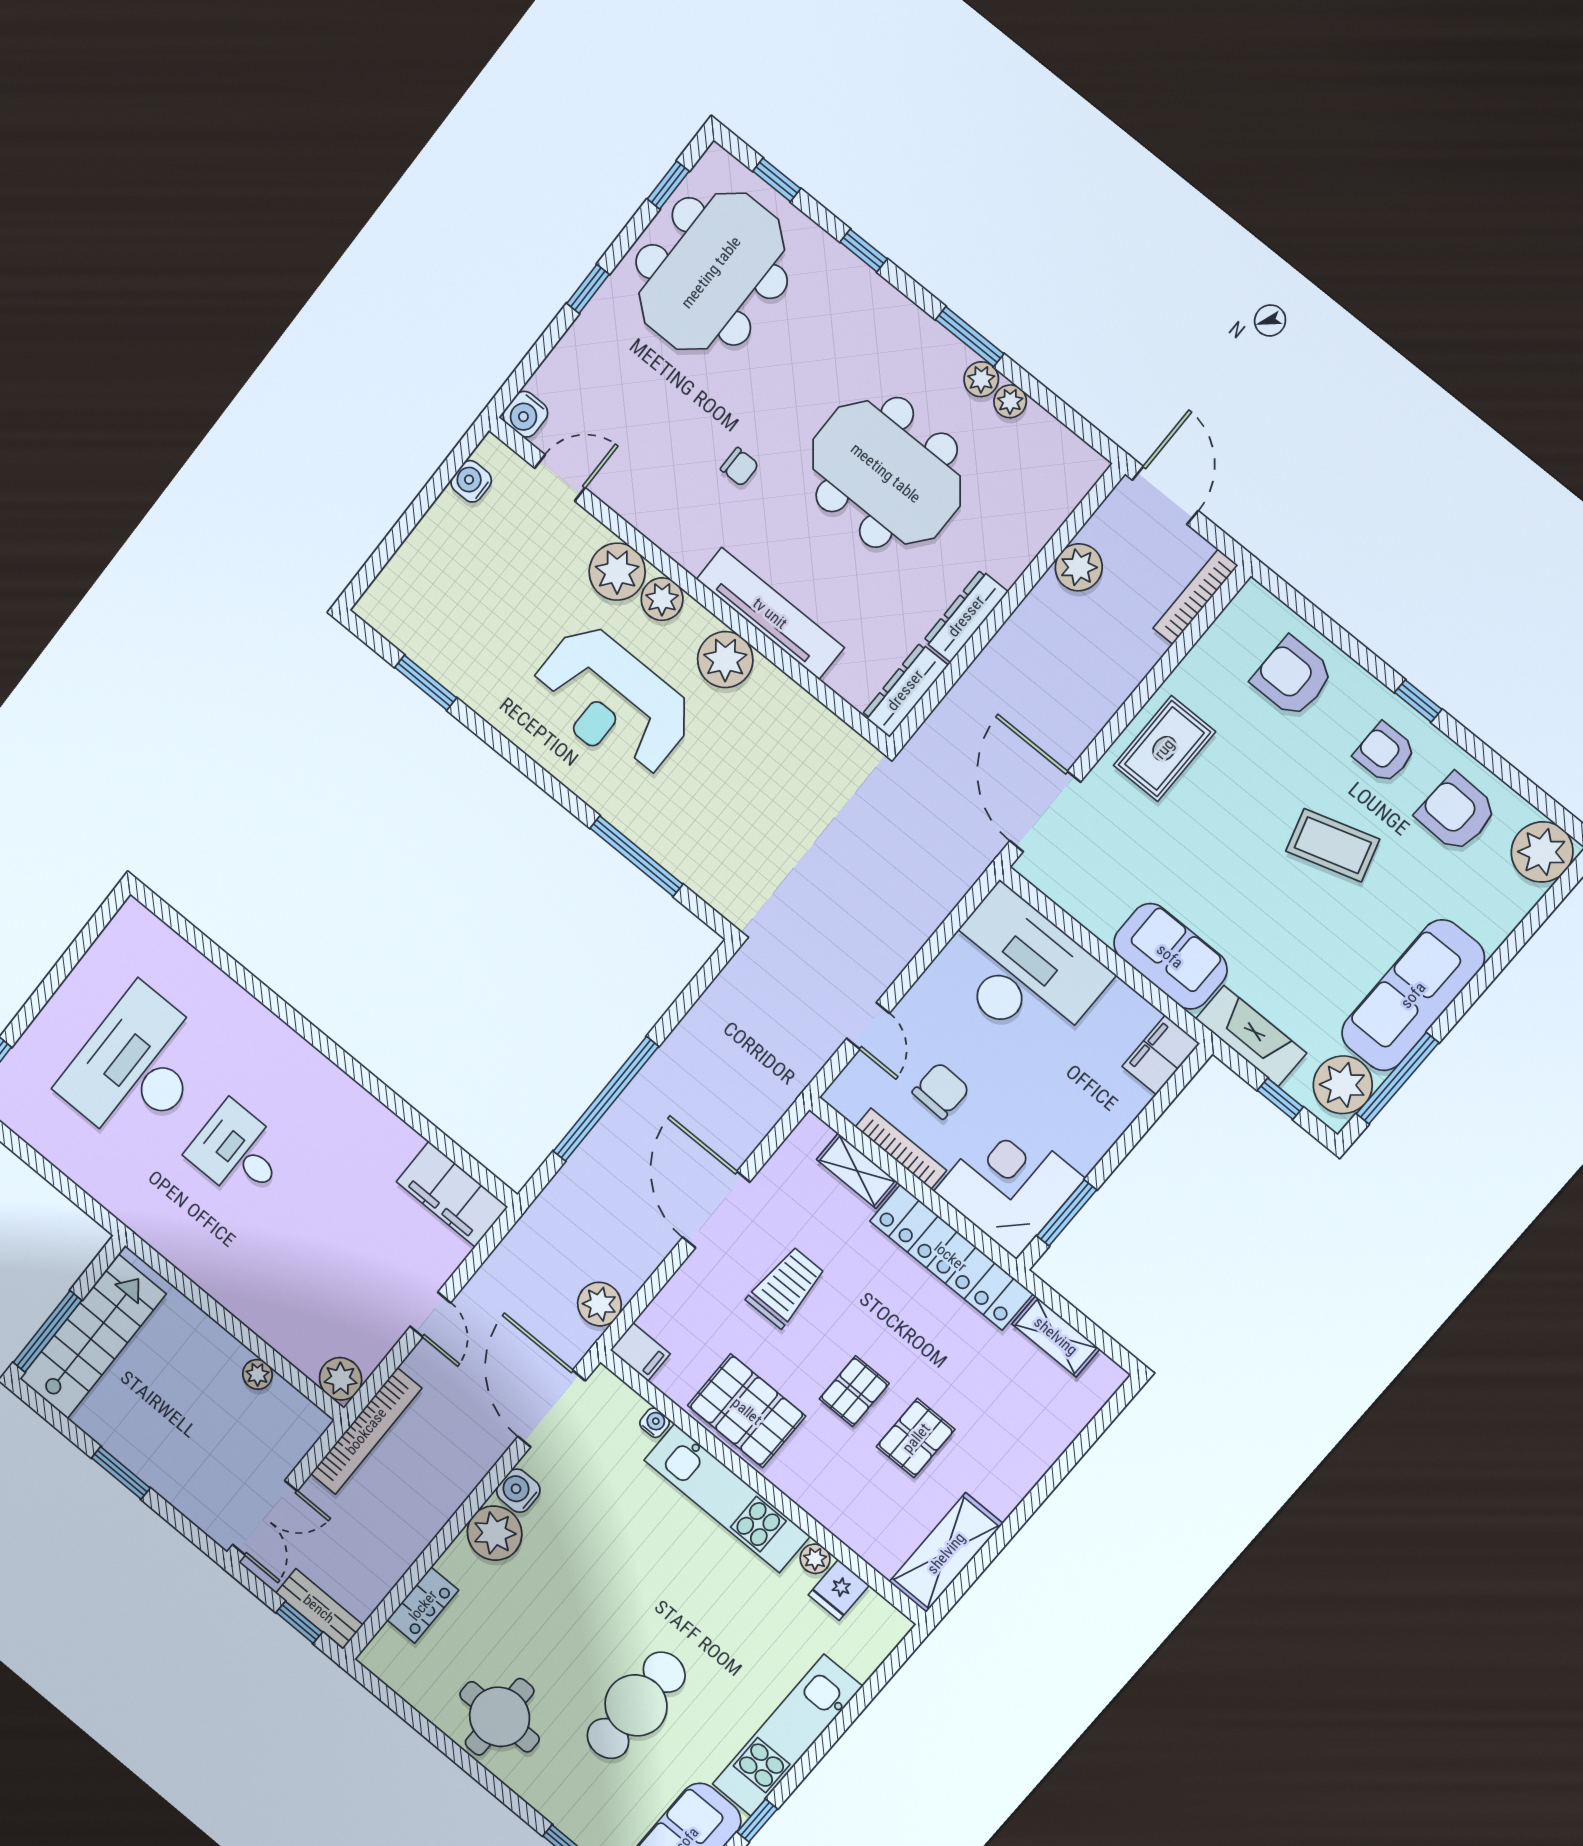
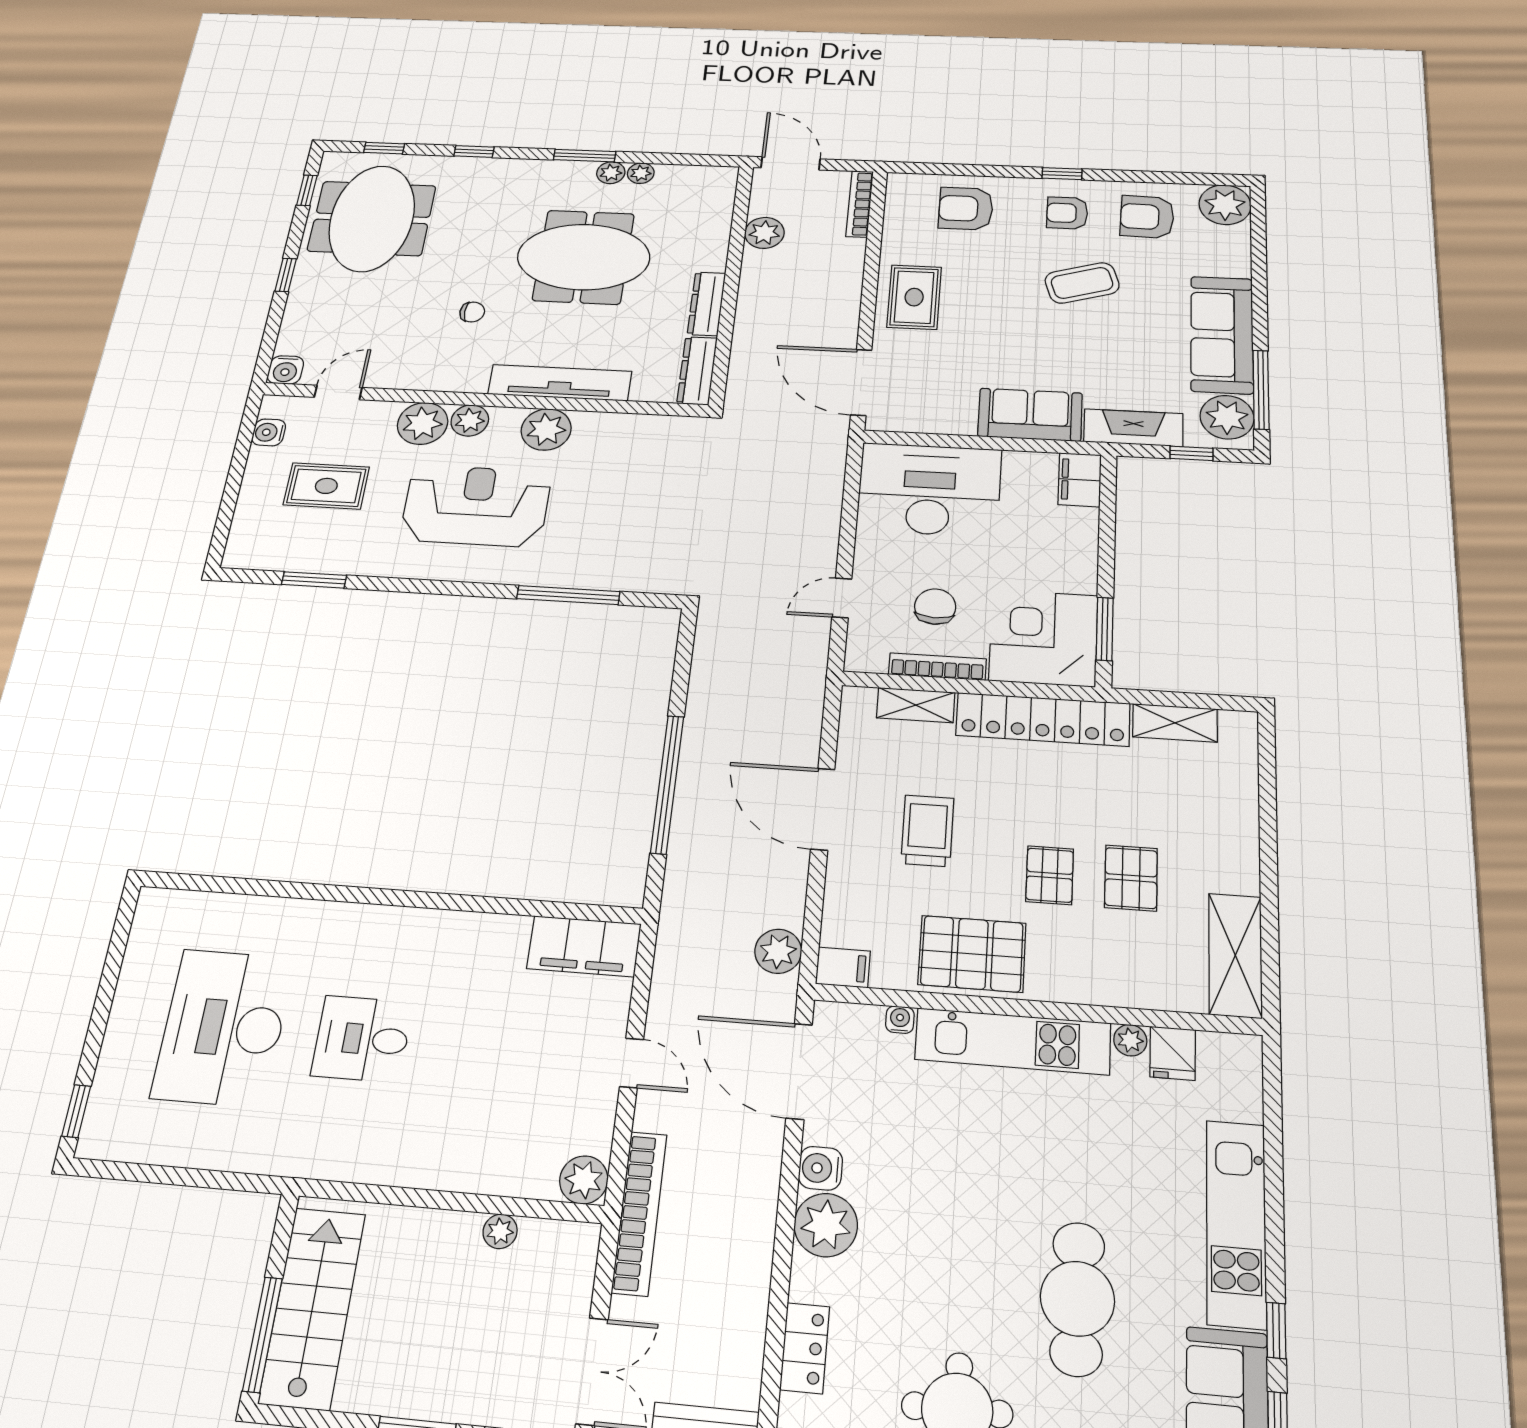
rug: (491, 583) -> (326, 486), added
reception desk: (612, 702) -> (476, 506), turned 180
door: (868, 1026) -> (842, 598), swing flipped

